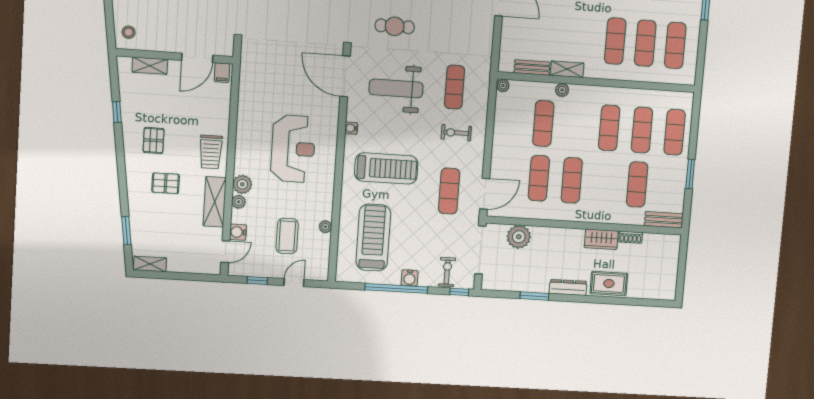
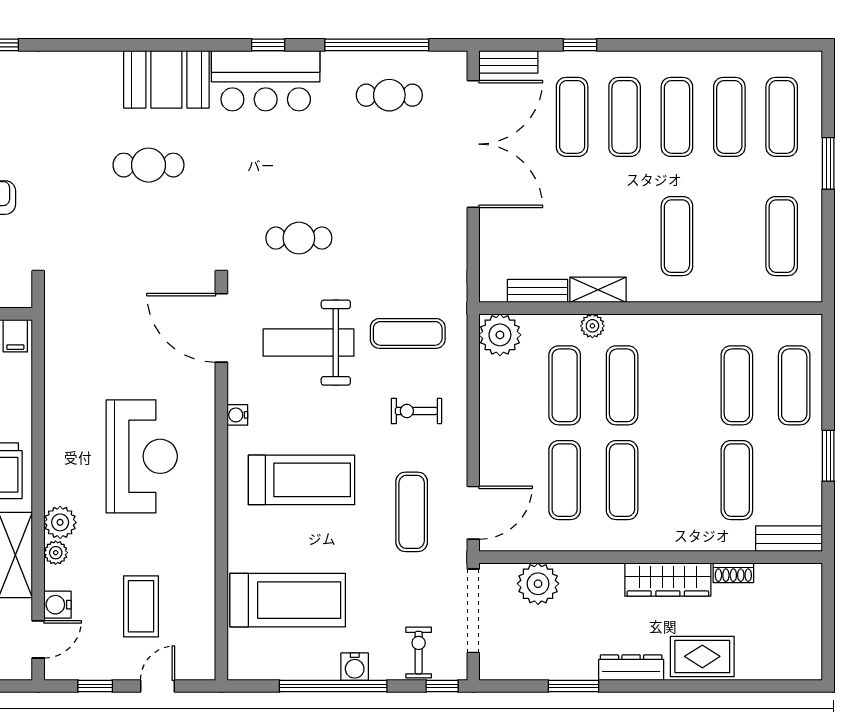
exercise mat: (645, 43) -> (729, 236), removed
plant: (503, 85) -> (500, 335), width x1.88, depth x1.88
exercise mat: (455, 87) -> (408, 333), turned 90
exercise mat: (609, 128) -> (622, 385), moved
plant: (325, 227) -> (205, 586), removed
treadmill: (373, 238) -> (288, 600), turned 90
wardrobe: (601, 239) -> (668, 580), width x1.50

